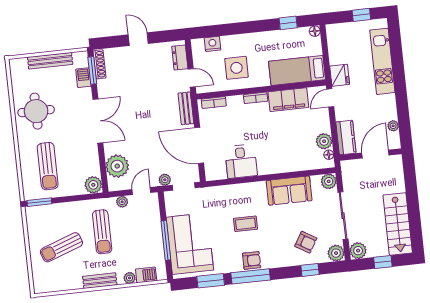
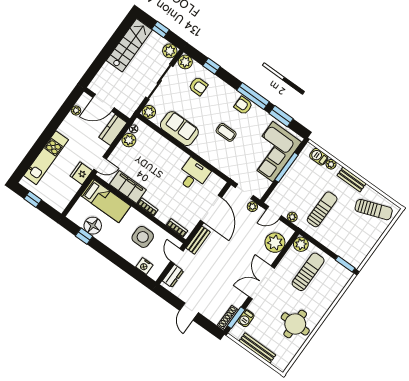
floor lamp: (315, 31) -> (93, 226), moved, width x1.89, depth x1.89
sun lounger: (48, 166) -> (308, 272), moved
armchair: (306, 242) -> (198, 86), turned 149
sun lounger: (61, 247) -> (374, 210), moved

